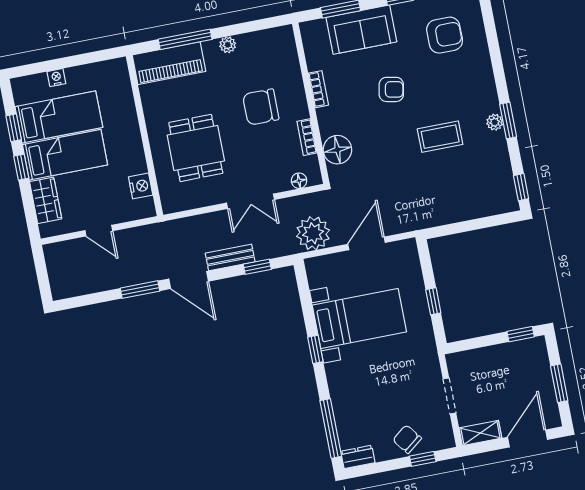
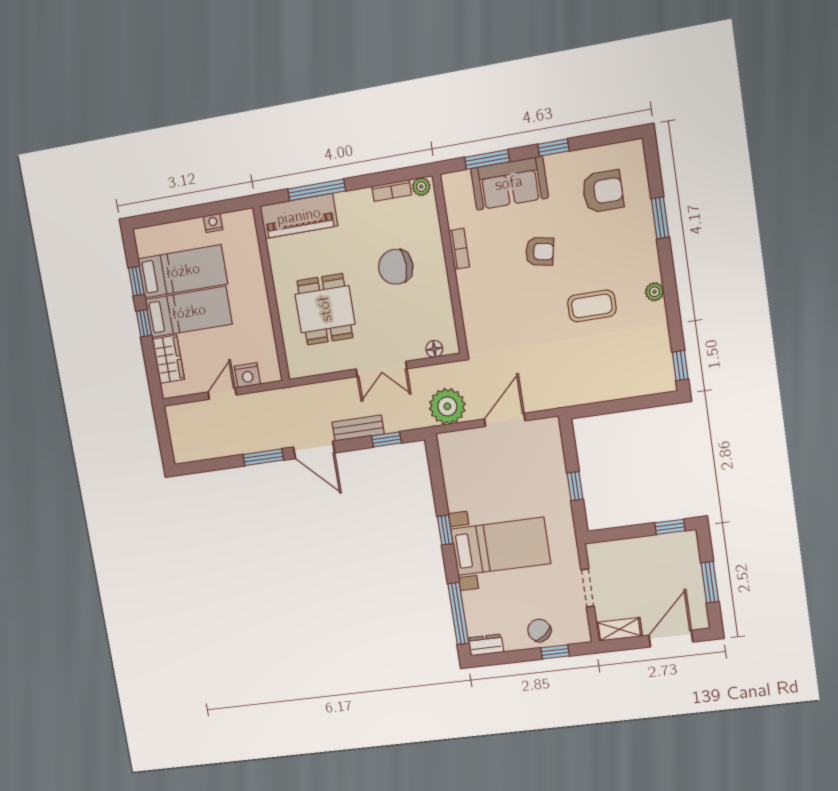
plant: (228, 45) -> (421, 187), moved
nightstand: (56, 78) -> (213, 223), moved
window: (508, 120) -> (660, 218), moved
bookcase: (307, 137) -> (392, 190), moved, turned -90
floor lamp: (337, 150) -> (477, 316), removed
nightstand: (141, 186) -> (247, 375), moved, turned 90
door: (99, 231) -> (222, 394), swing flipped
bed with nightstands: (359, 319) -> (501, 546), moved

